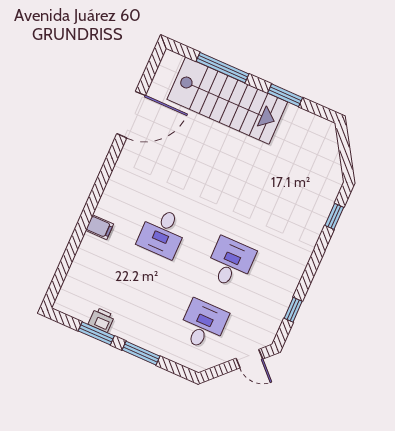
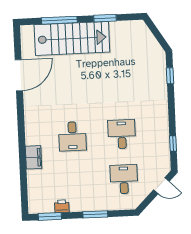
filing cabinet: (99, 227) -> (34, 157), width x2.00
window: (96, 333) -> (50, 216), moved

